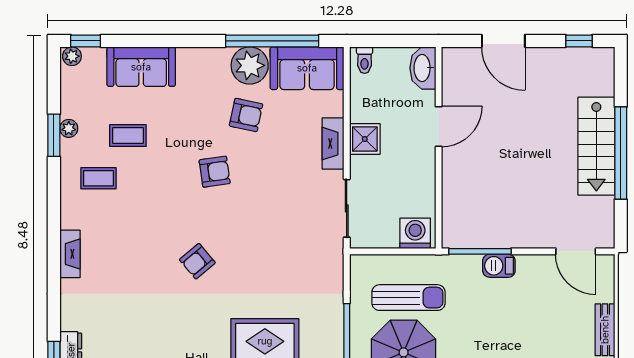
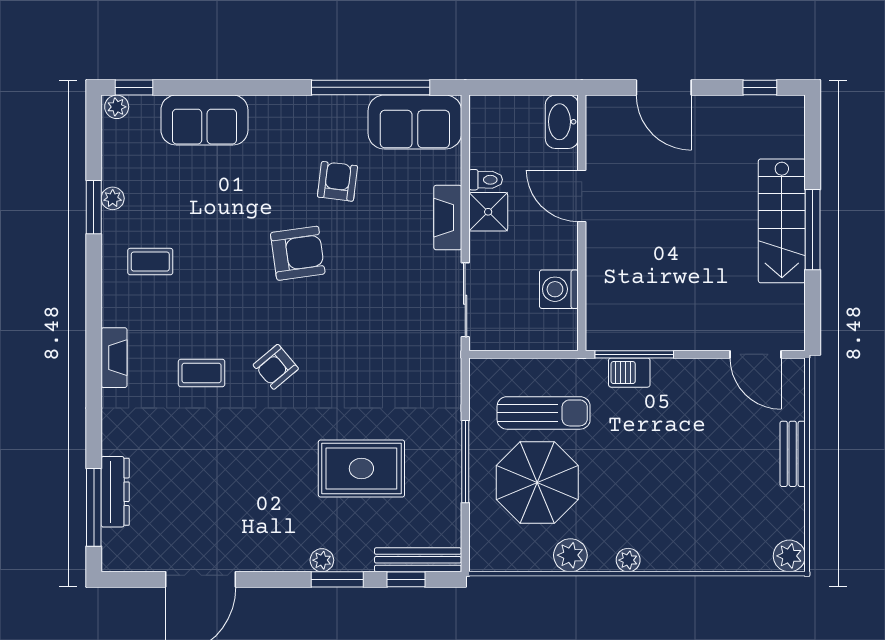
toilet: (365, 60) -> (486, 180), moved, turned -90
plant: (250, 65) -> (342, 119), removed
armchair: (246, 115) -> (337, 181), turned -95
door: (439, 126) -> (582, 196), swing flipped
coffee table: (128, 136) -> (202, 373), moved
window: (621, 153) -> (813, 230), width x0.68
armchair: (215, 172) -> (298, 253), width x1.38, depth x1.38
washing machine: (415, 233) -> (559, 289), moved, turned -90
barbecue: (499, 266) -> (629, 373), moved

